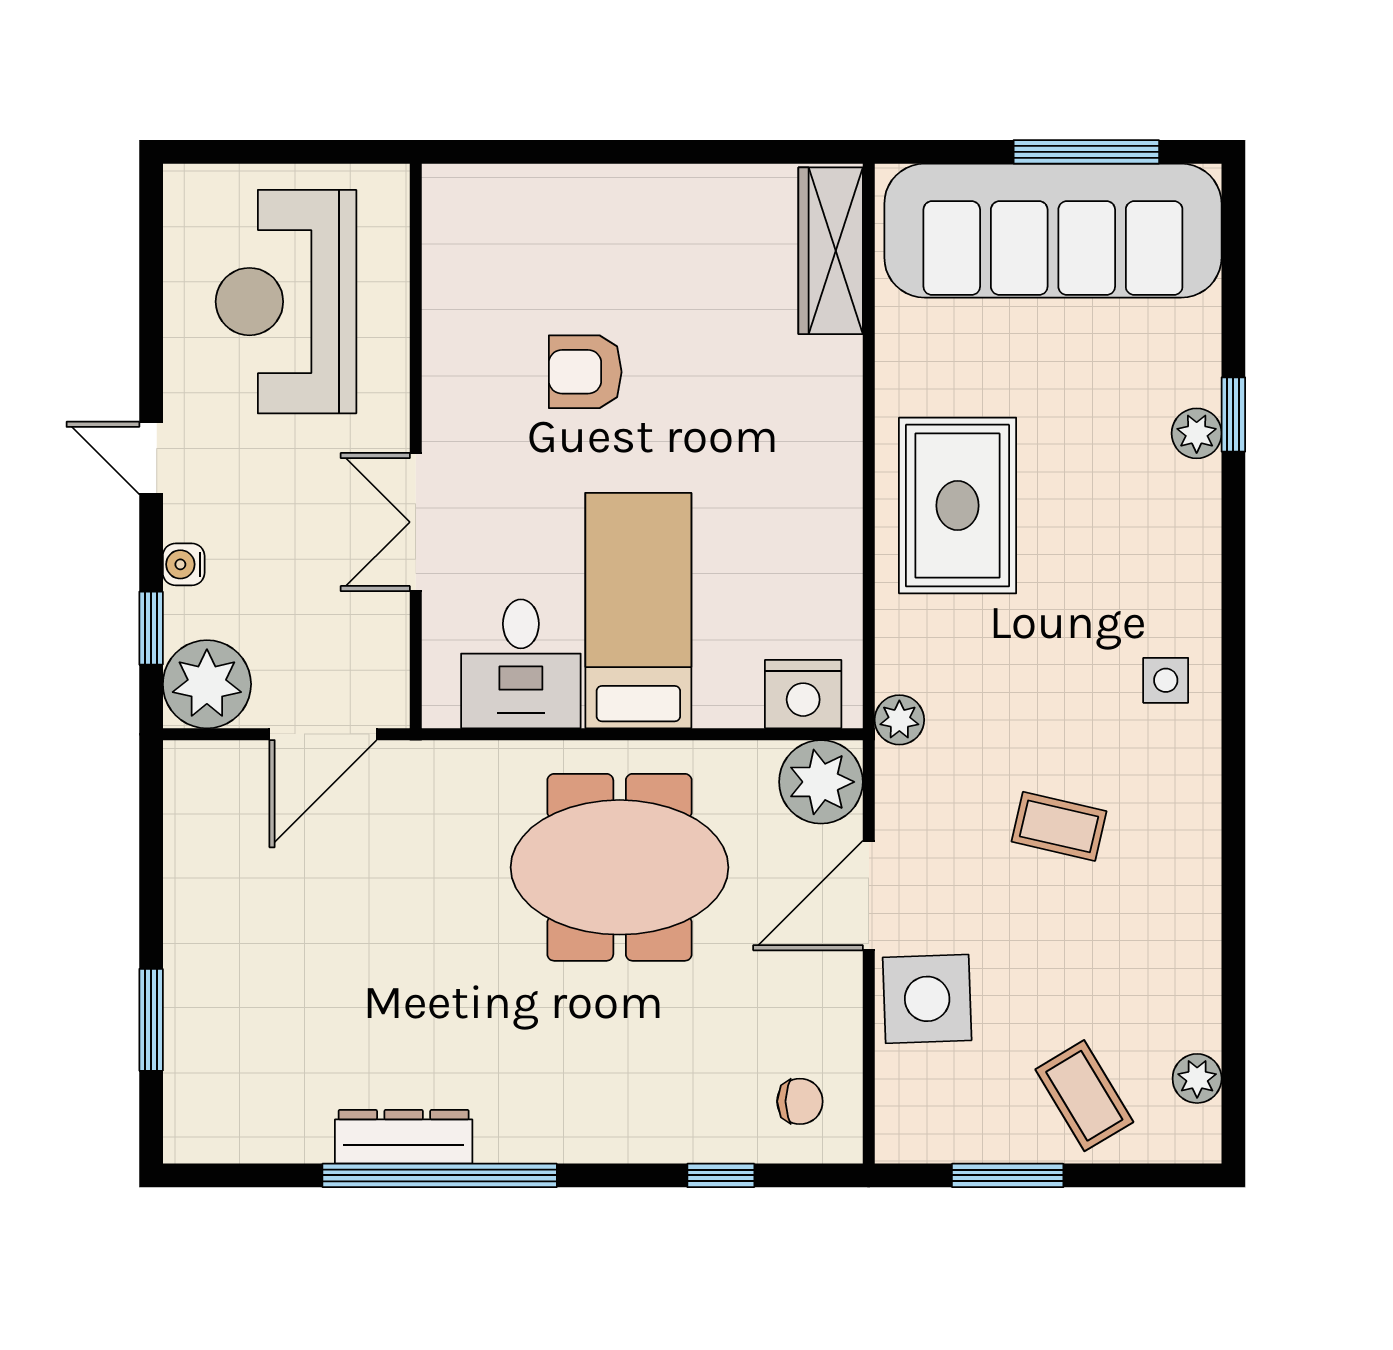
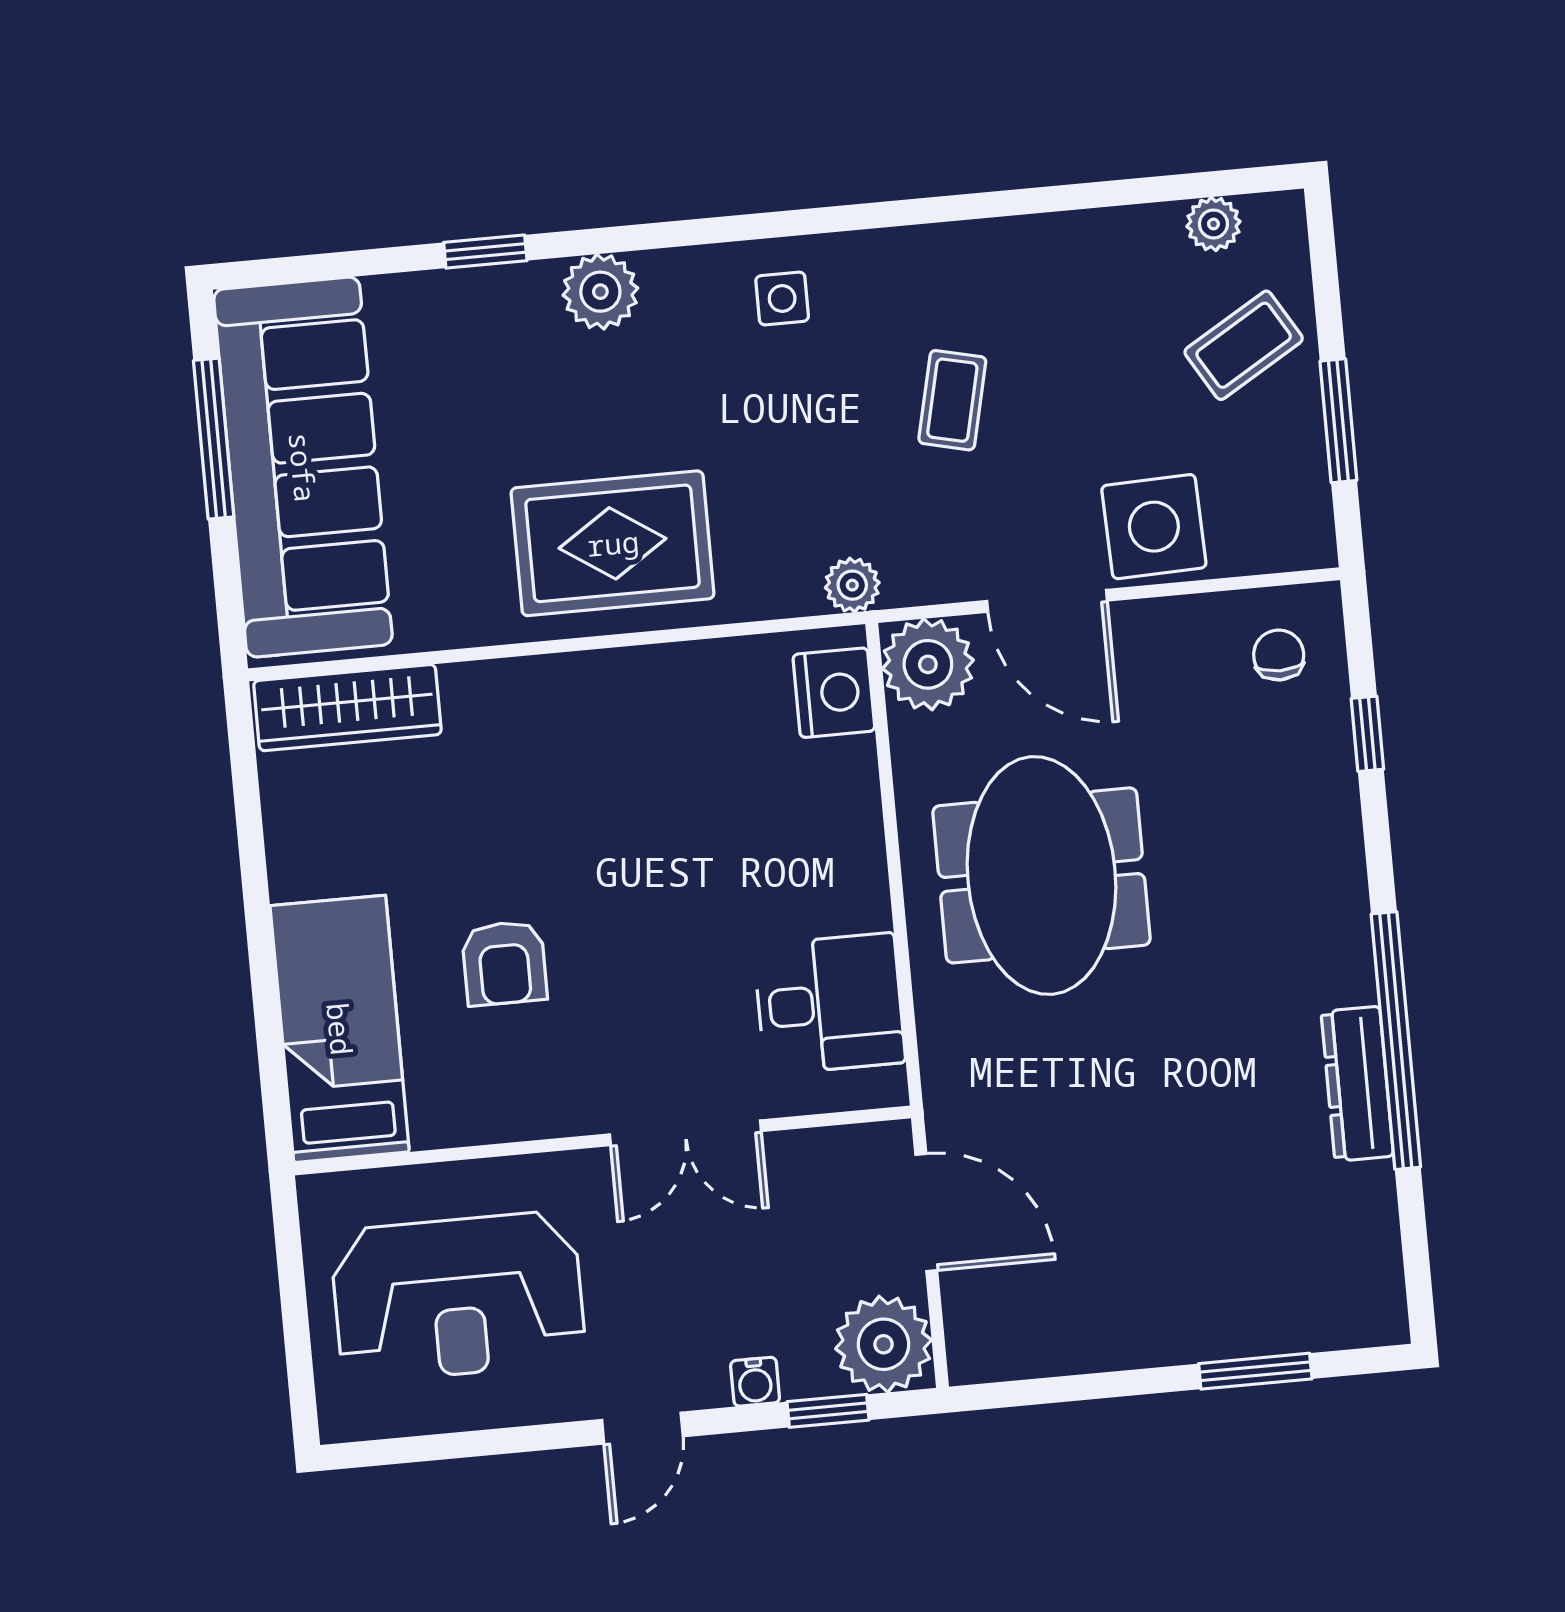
plant: (1197, 433) -> (600, 292), moved, width x1.38, depth x1.38
bed: (638, 611) -> (340, 1029), moved, turned 90

